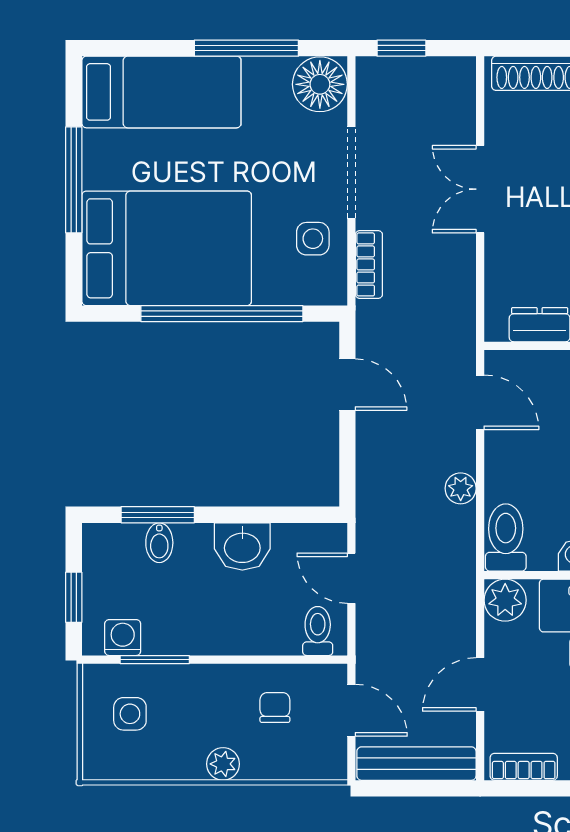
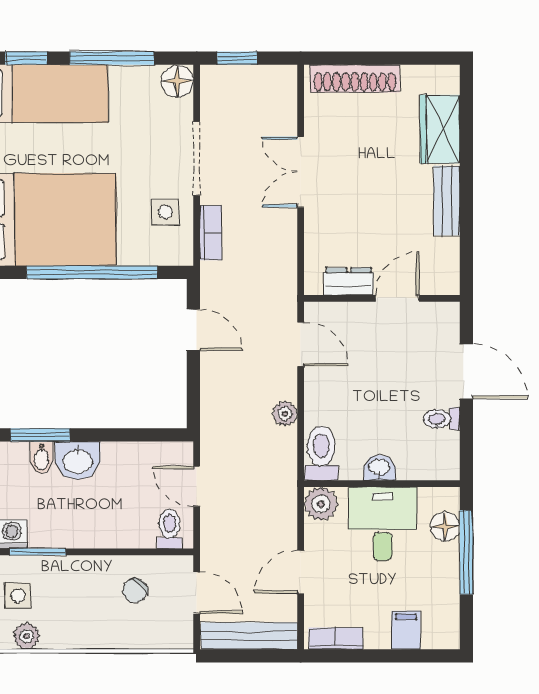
window: (140, 48) -> (26, 58), added
floor lamp: (320, 84) -> (177, 81), width x0.73, depth x0.73
washbasin: (242, 546) -> (78, 461), moved
chair: (275, 707) -> (135, 591), turned -141
plant: (223, 764) -> (26, 636), moved

